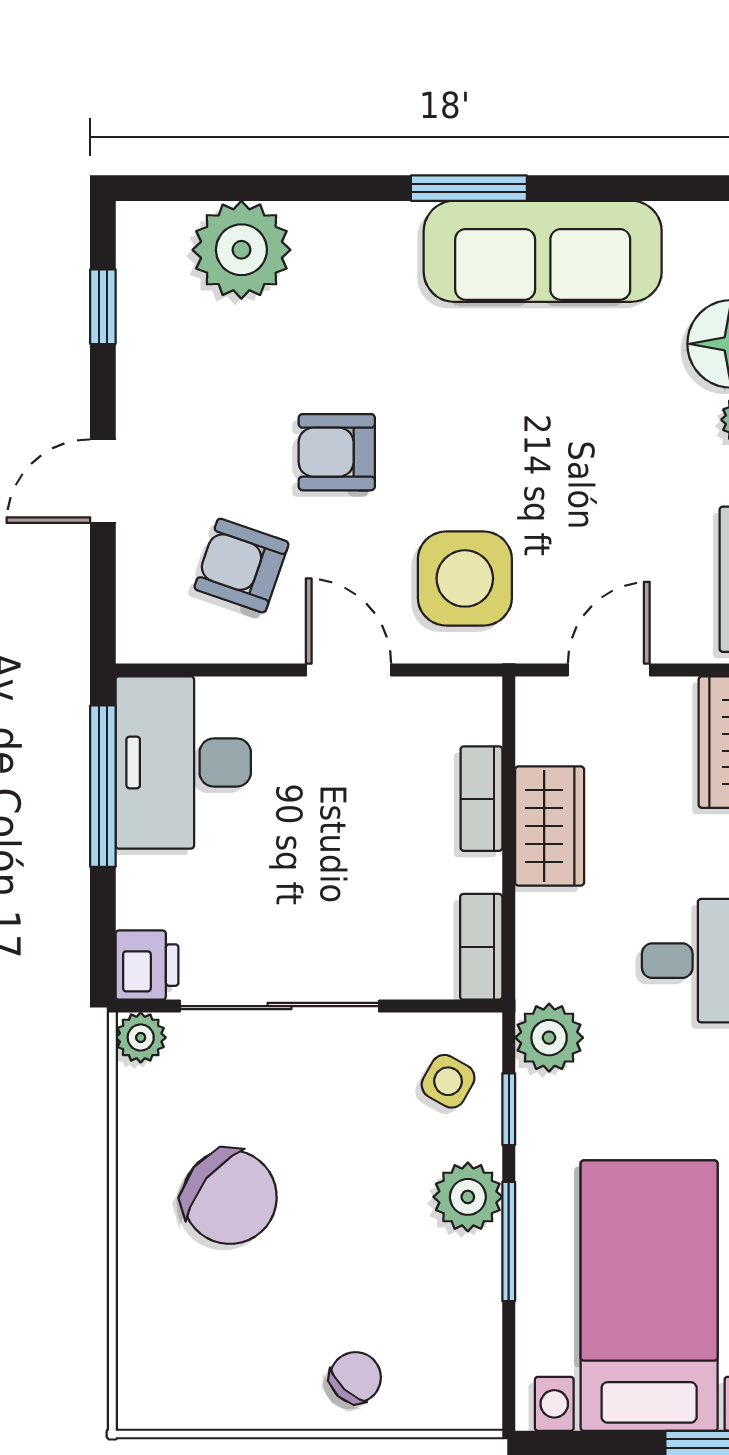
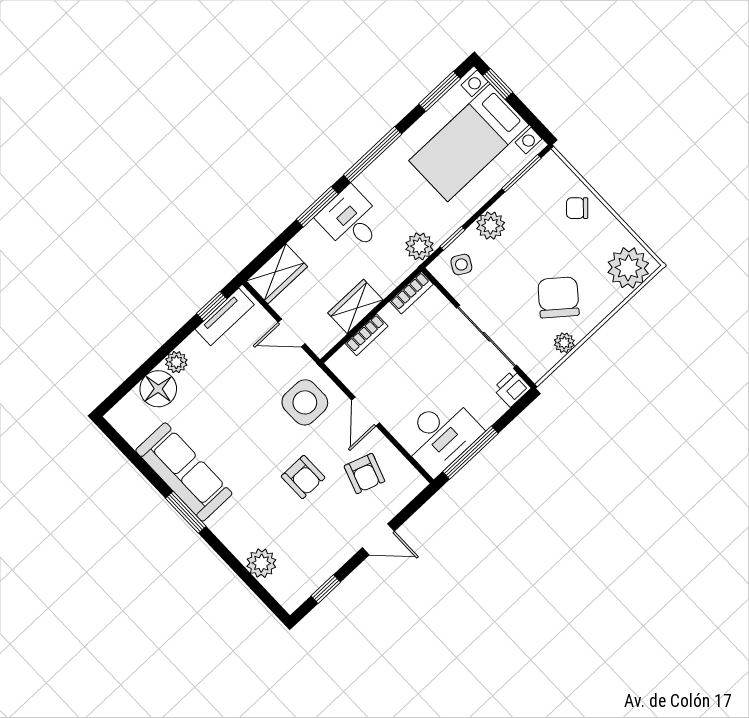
plant: (241, 250) -> (261, 563), width x0.73, depth x0.73
plant: (141, 1037) -> (564, 343), moved
window: (509, 1242) -> (521, 173), moved
plant: (166, 1368) -> (628, 268), added

